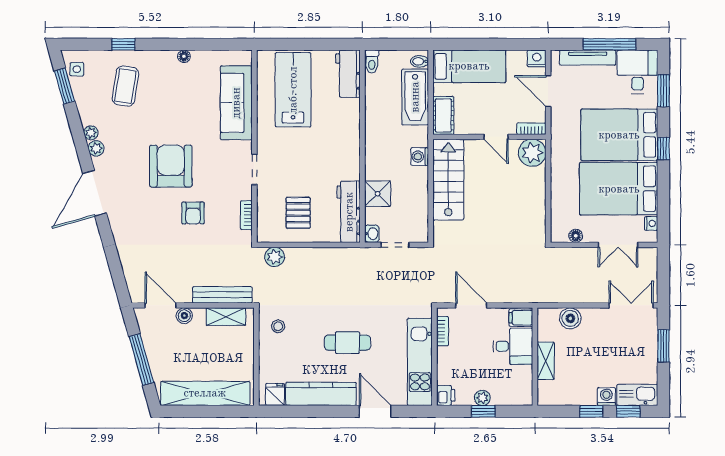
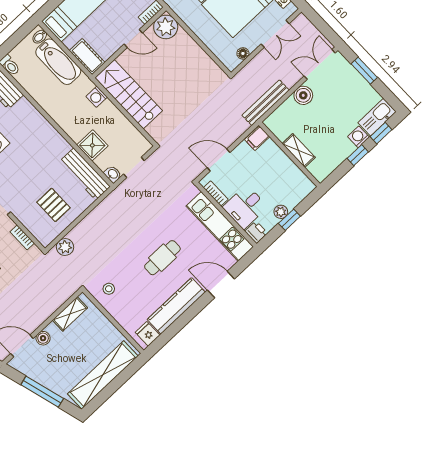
bench: (222, 295) -> (266, 103), moved
boiler: (570, 318) -> (303, 95), moved
desk: (513, 346) -> (245, 207), moved, turned 180

